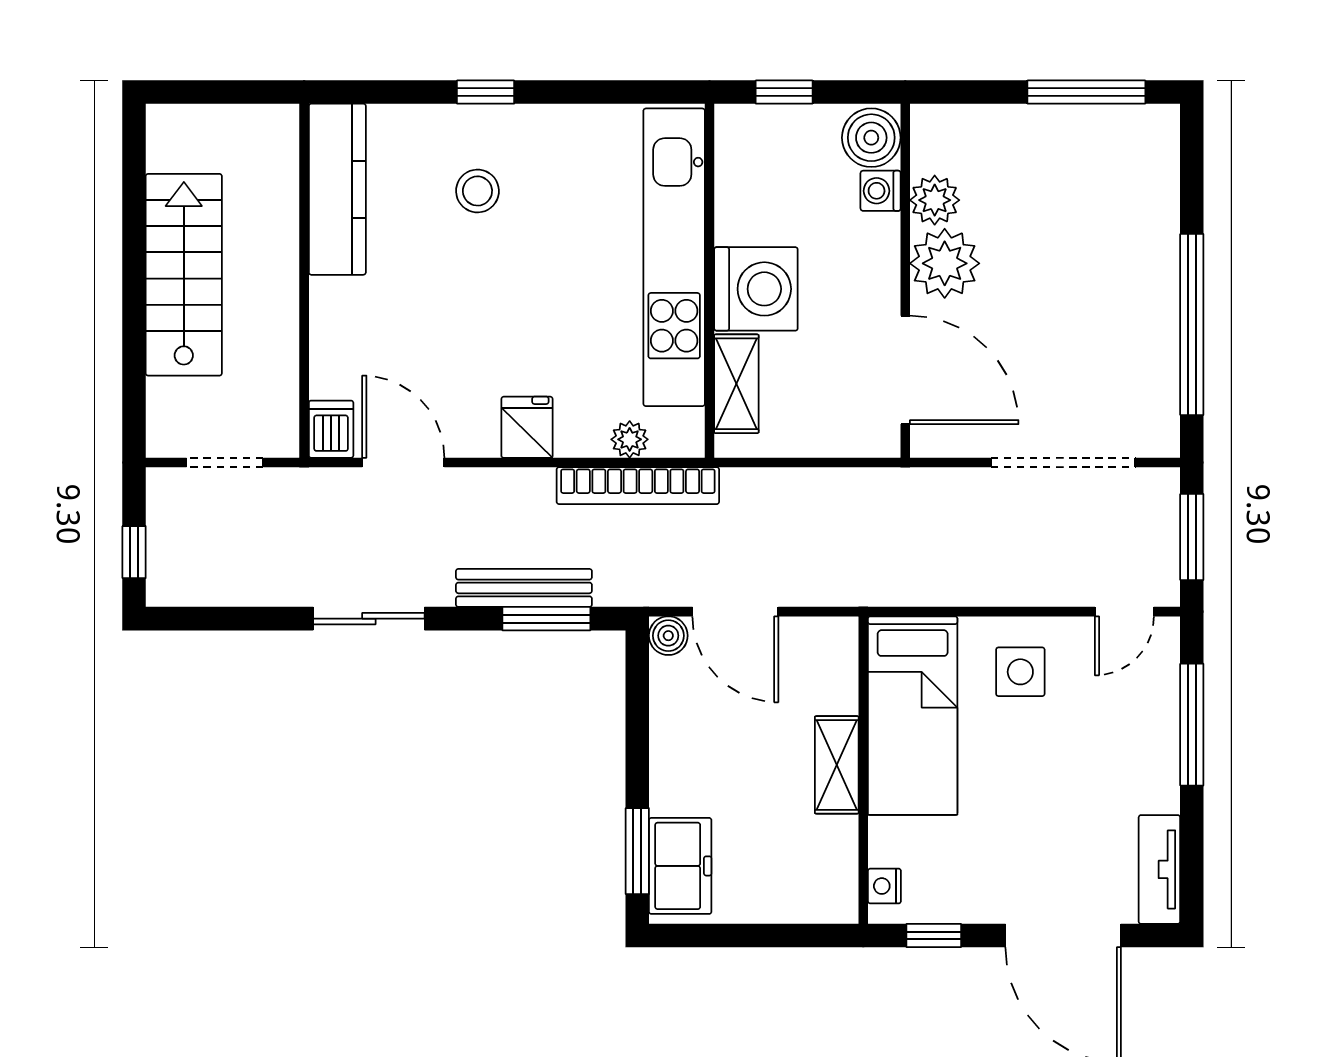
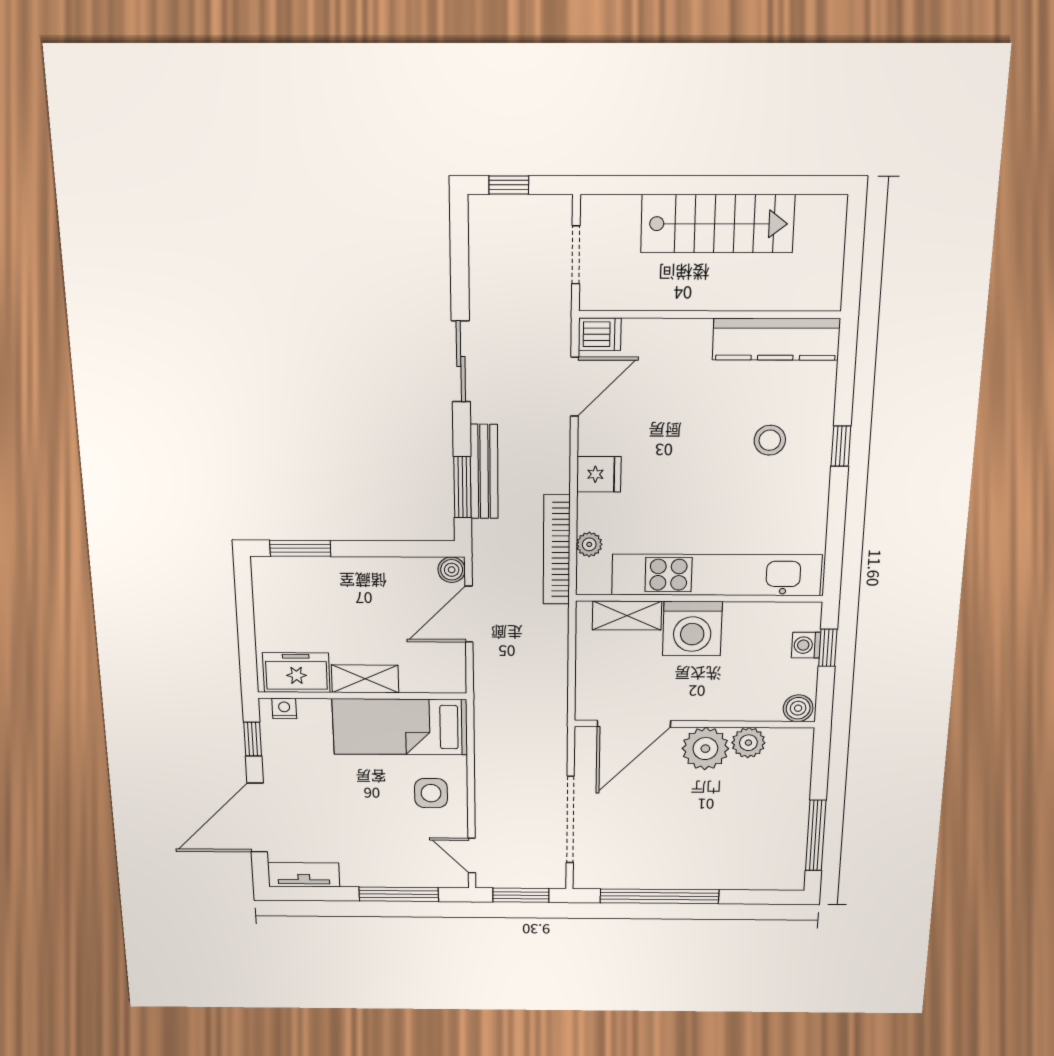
boiler: (871, 138) -> (798, 708), width x0.73, depth x0.73
washing machine: (881, 191) -> (806, 645), moved, turned -90
freezer: (680, 866) -> (296, 673), moved, turned 180

